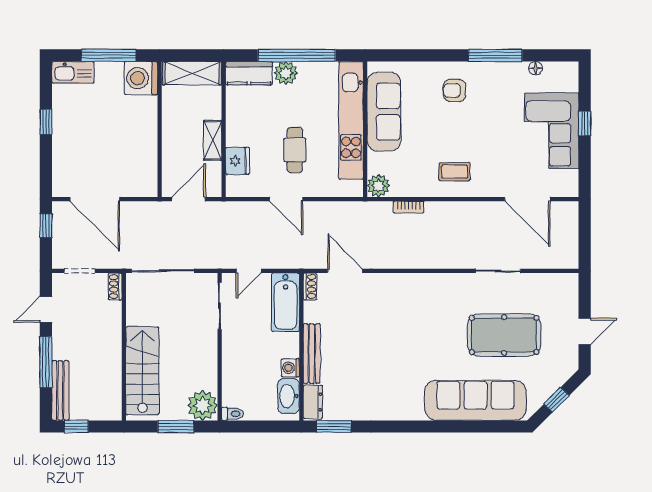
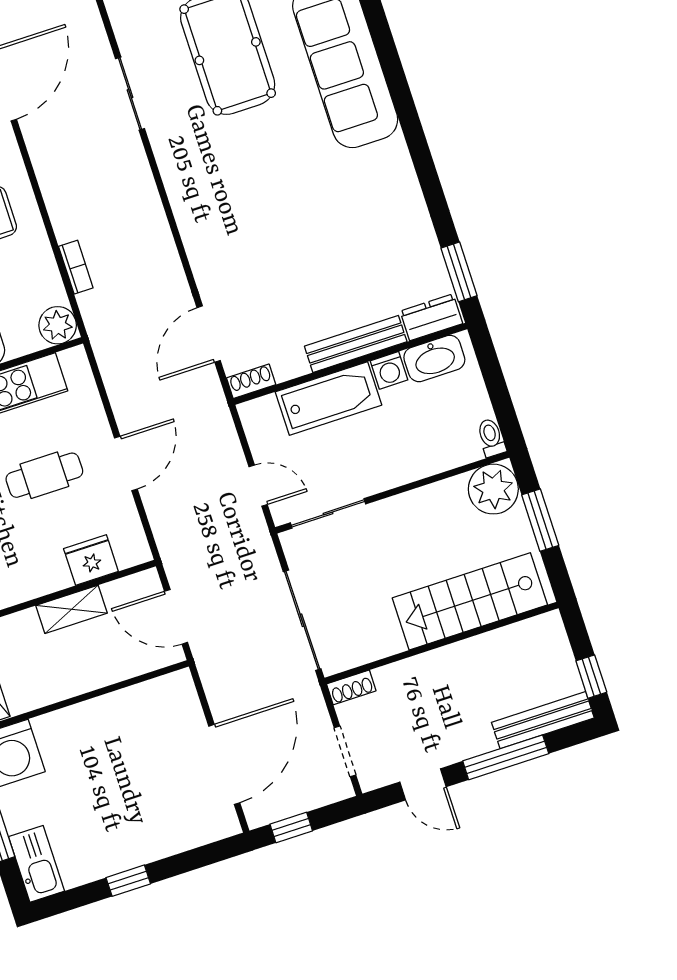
bathtub: (285, 302) -> (329, 399), moved

